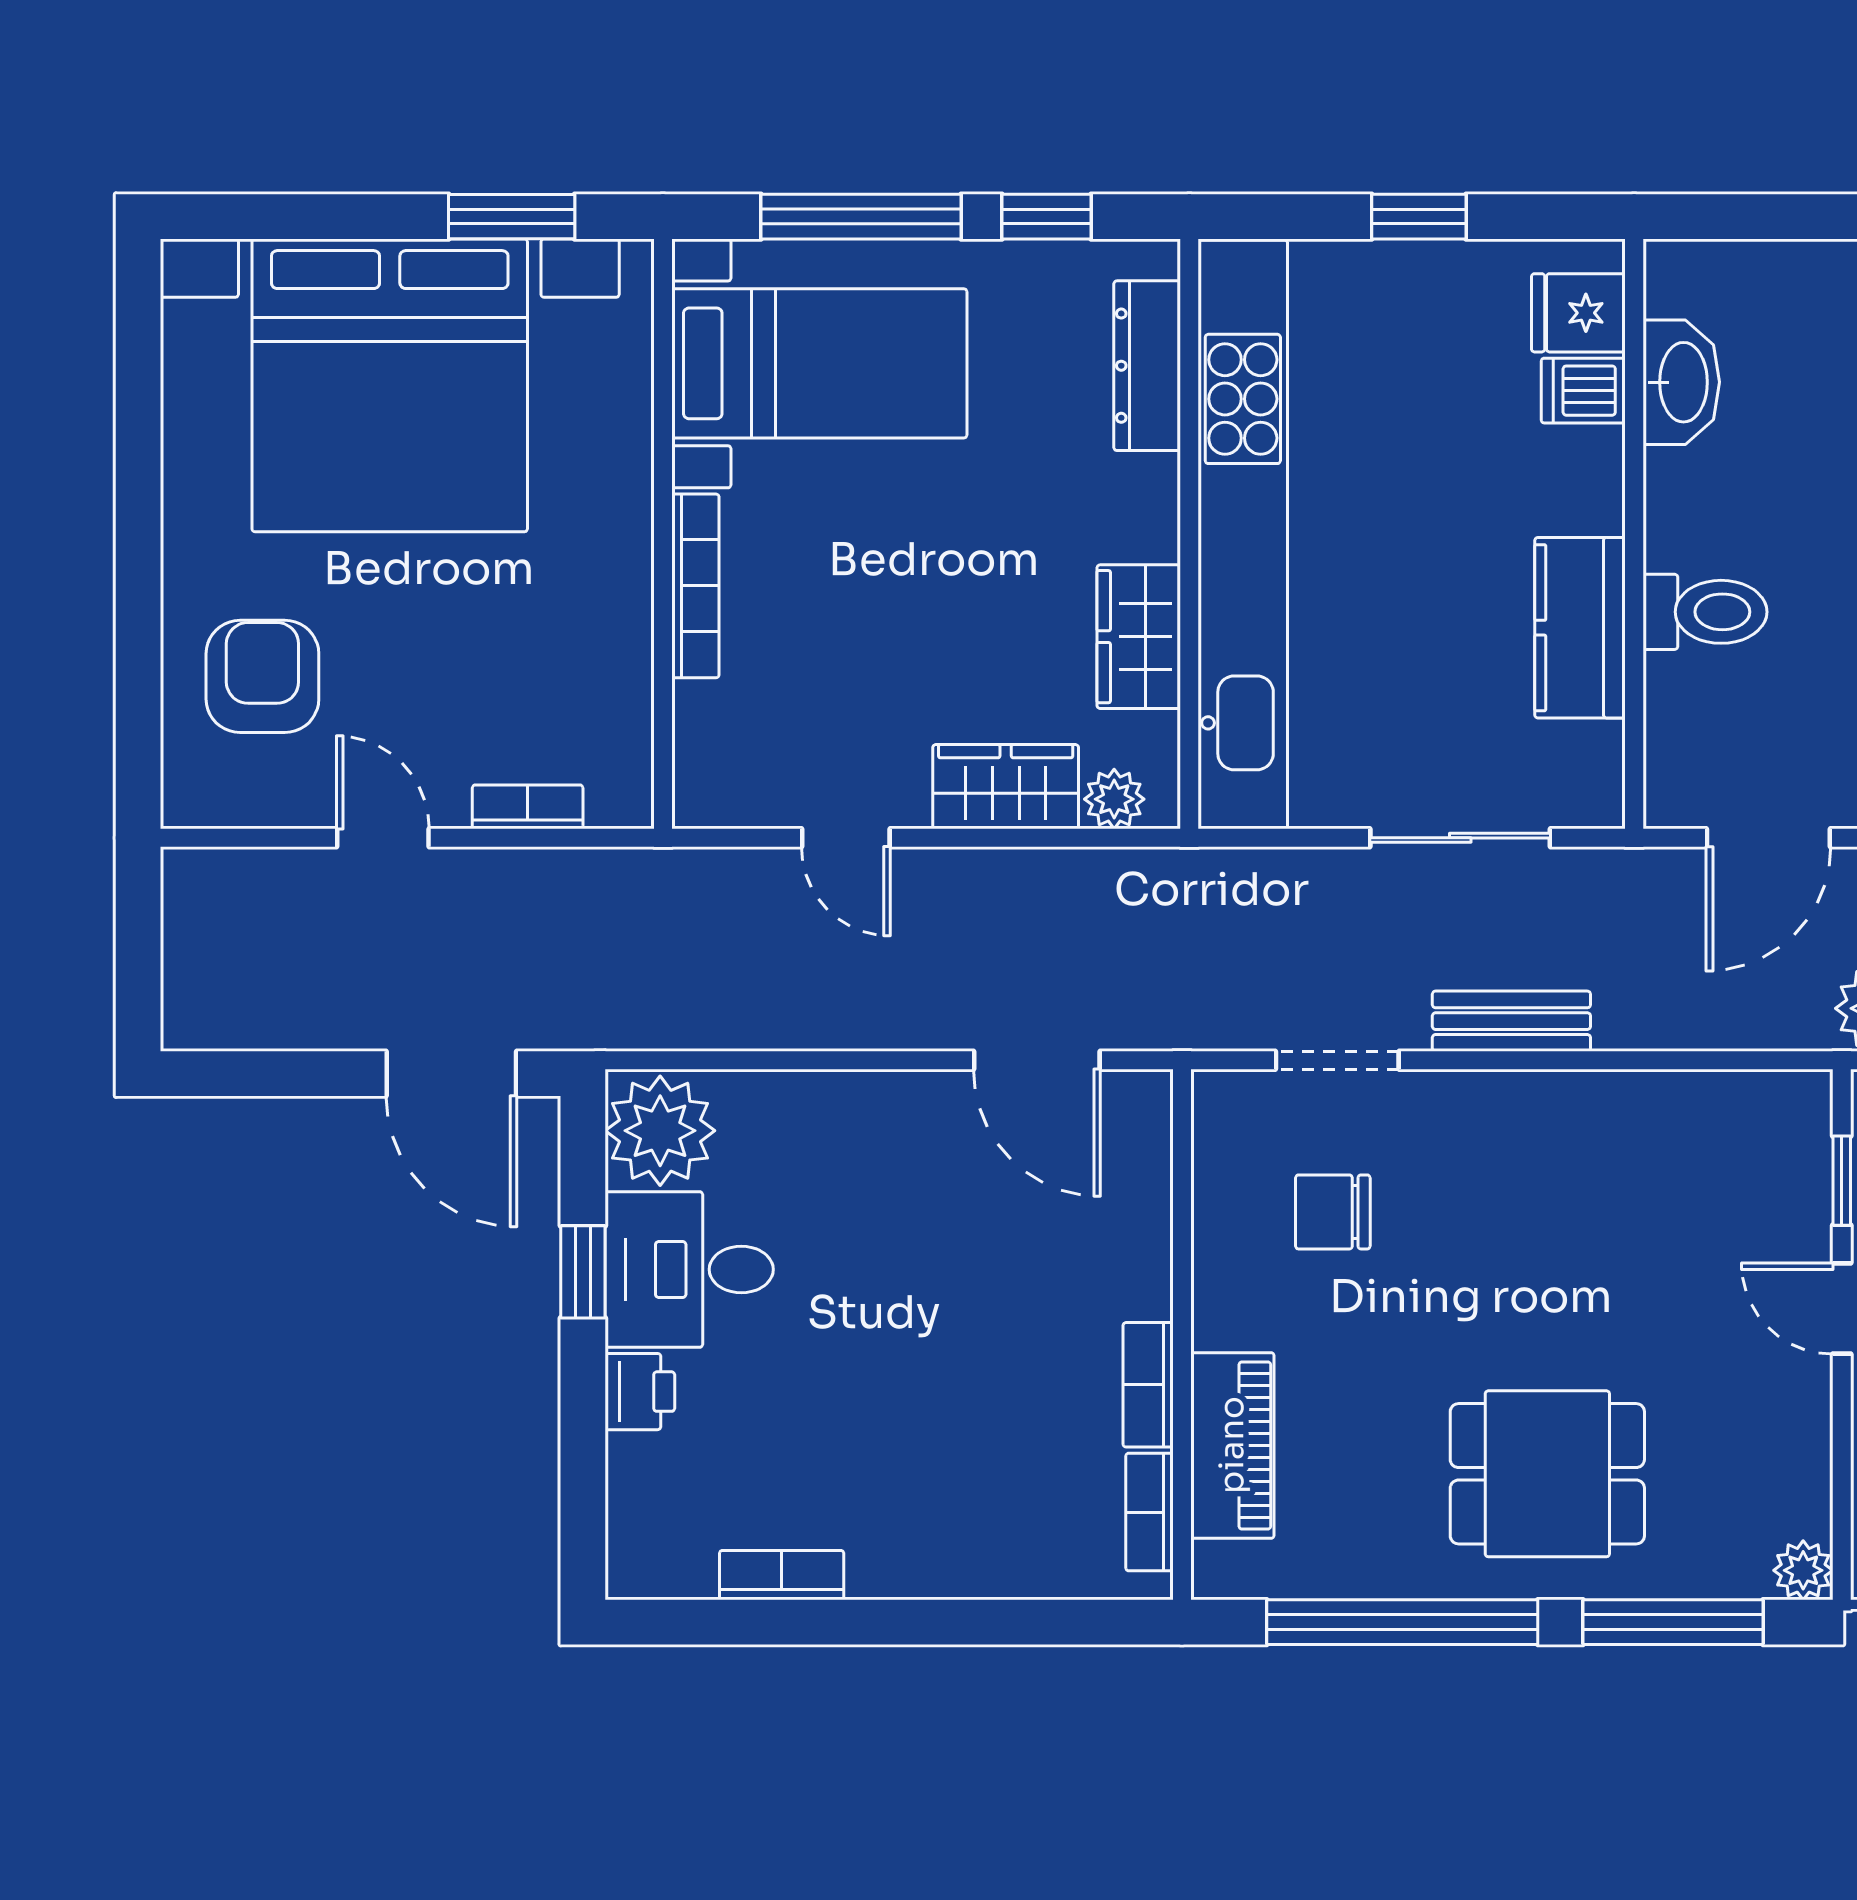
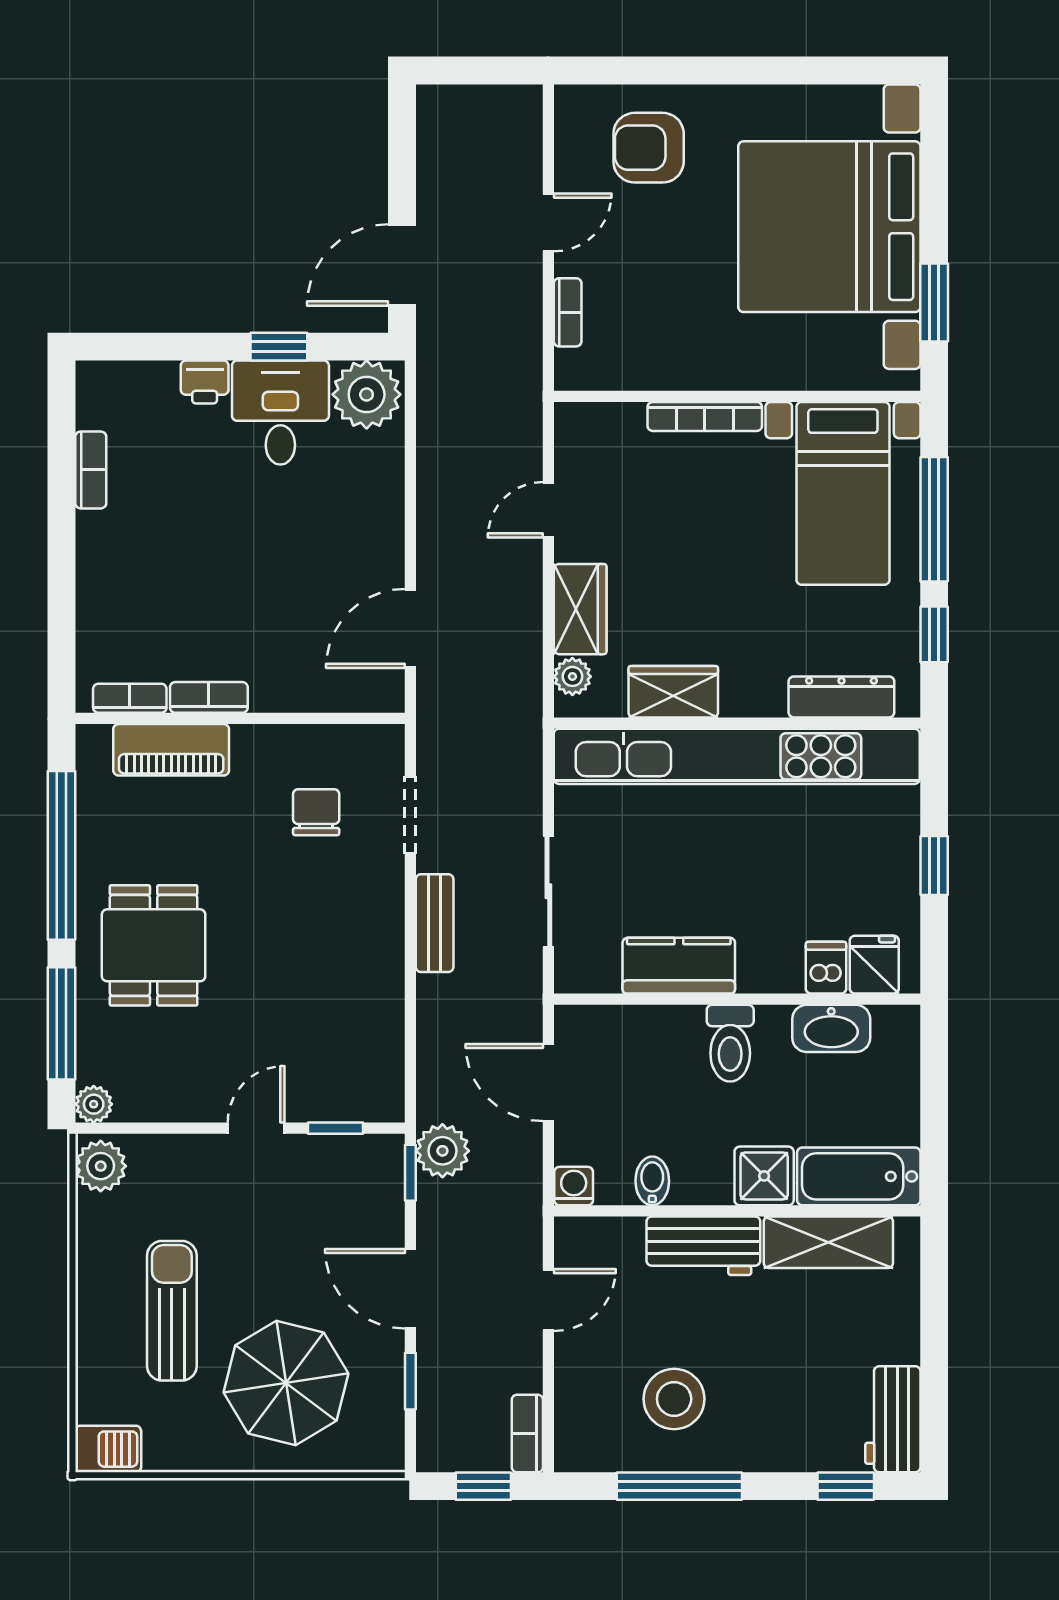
toilet: (1705, 612) -> (730, 1043), moved
armchair: (262, 676) -> (649, 148), turned 180

